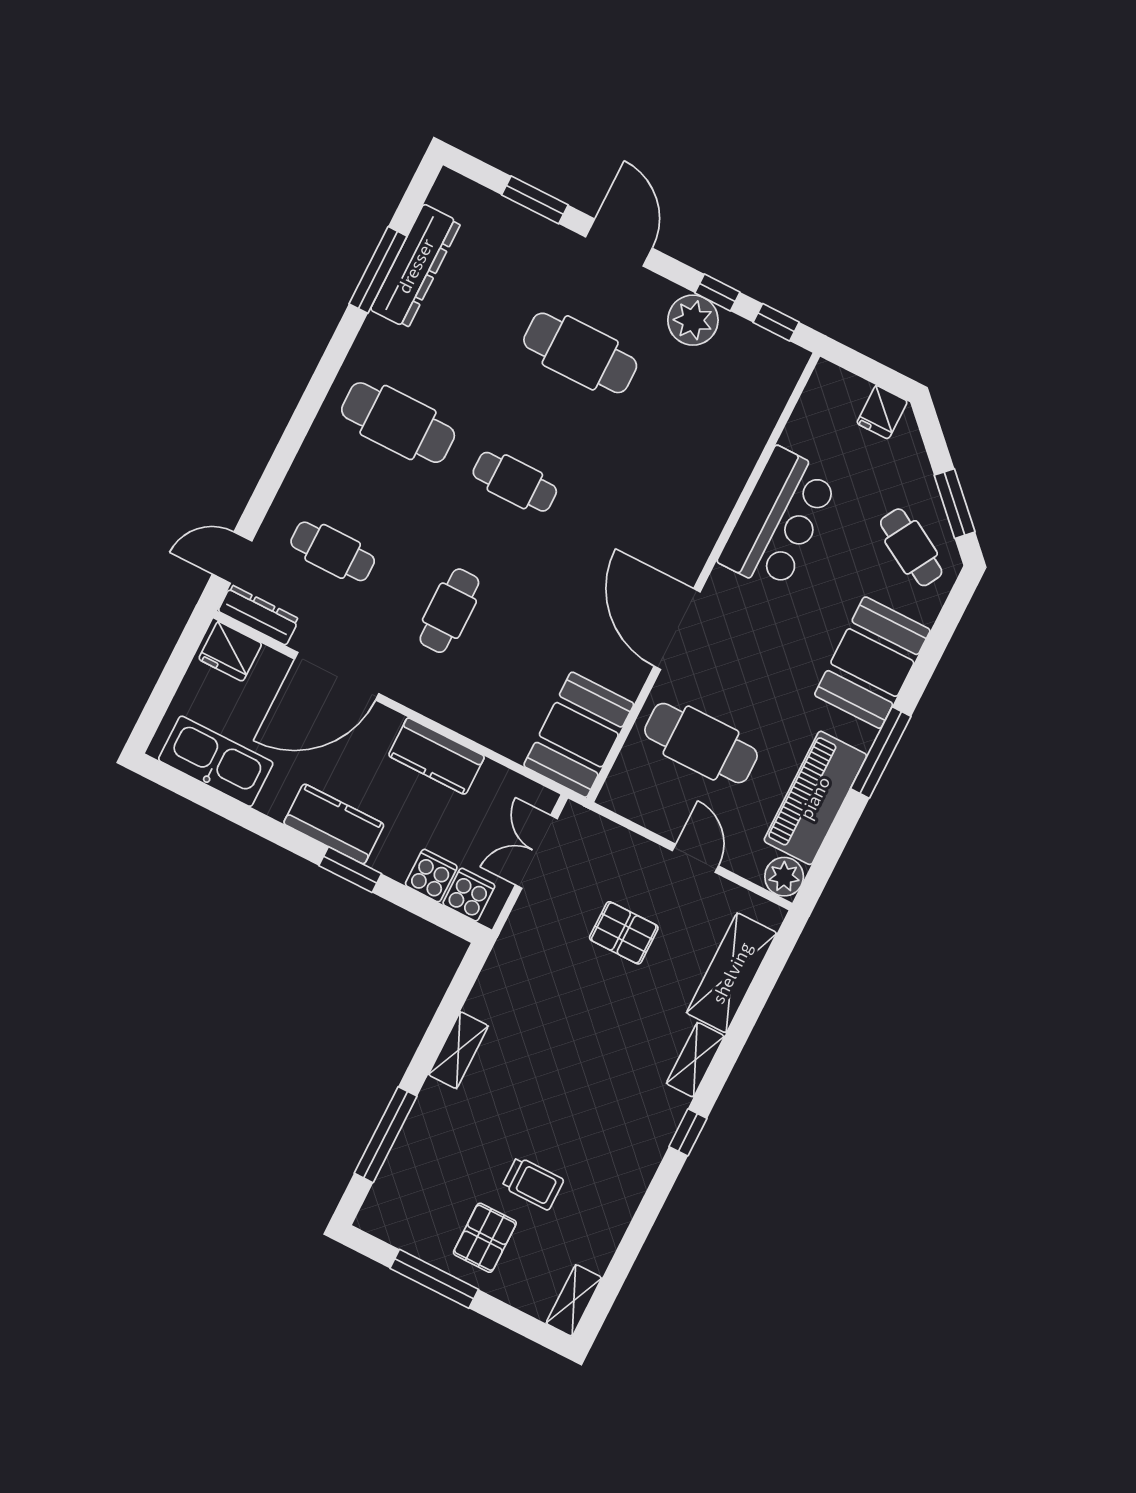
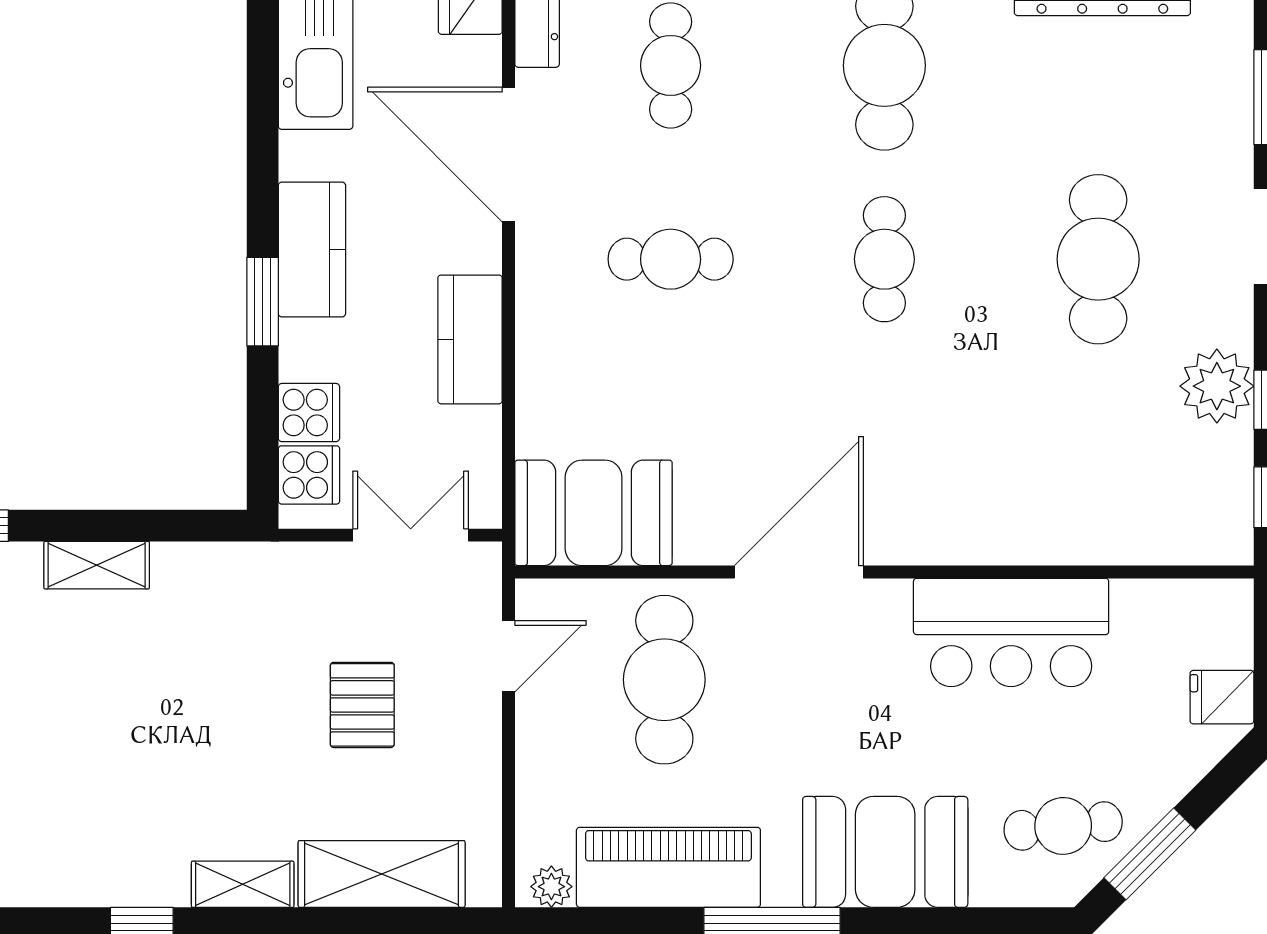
cafe table: (911, 547) -> (1063, 826), turned 54
door: (695, 858) -> (509, 656), moved
plant: (784, 877) -> (551, 887), width x0.73, depth x0.73

